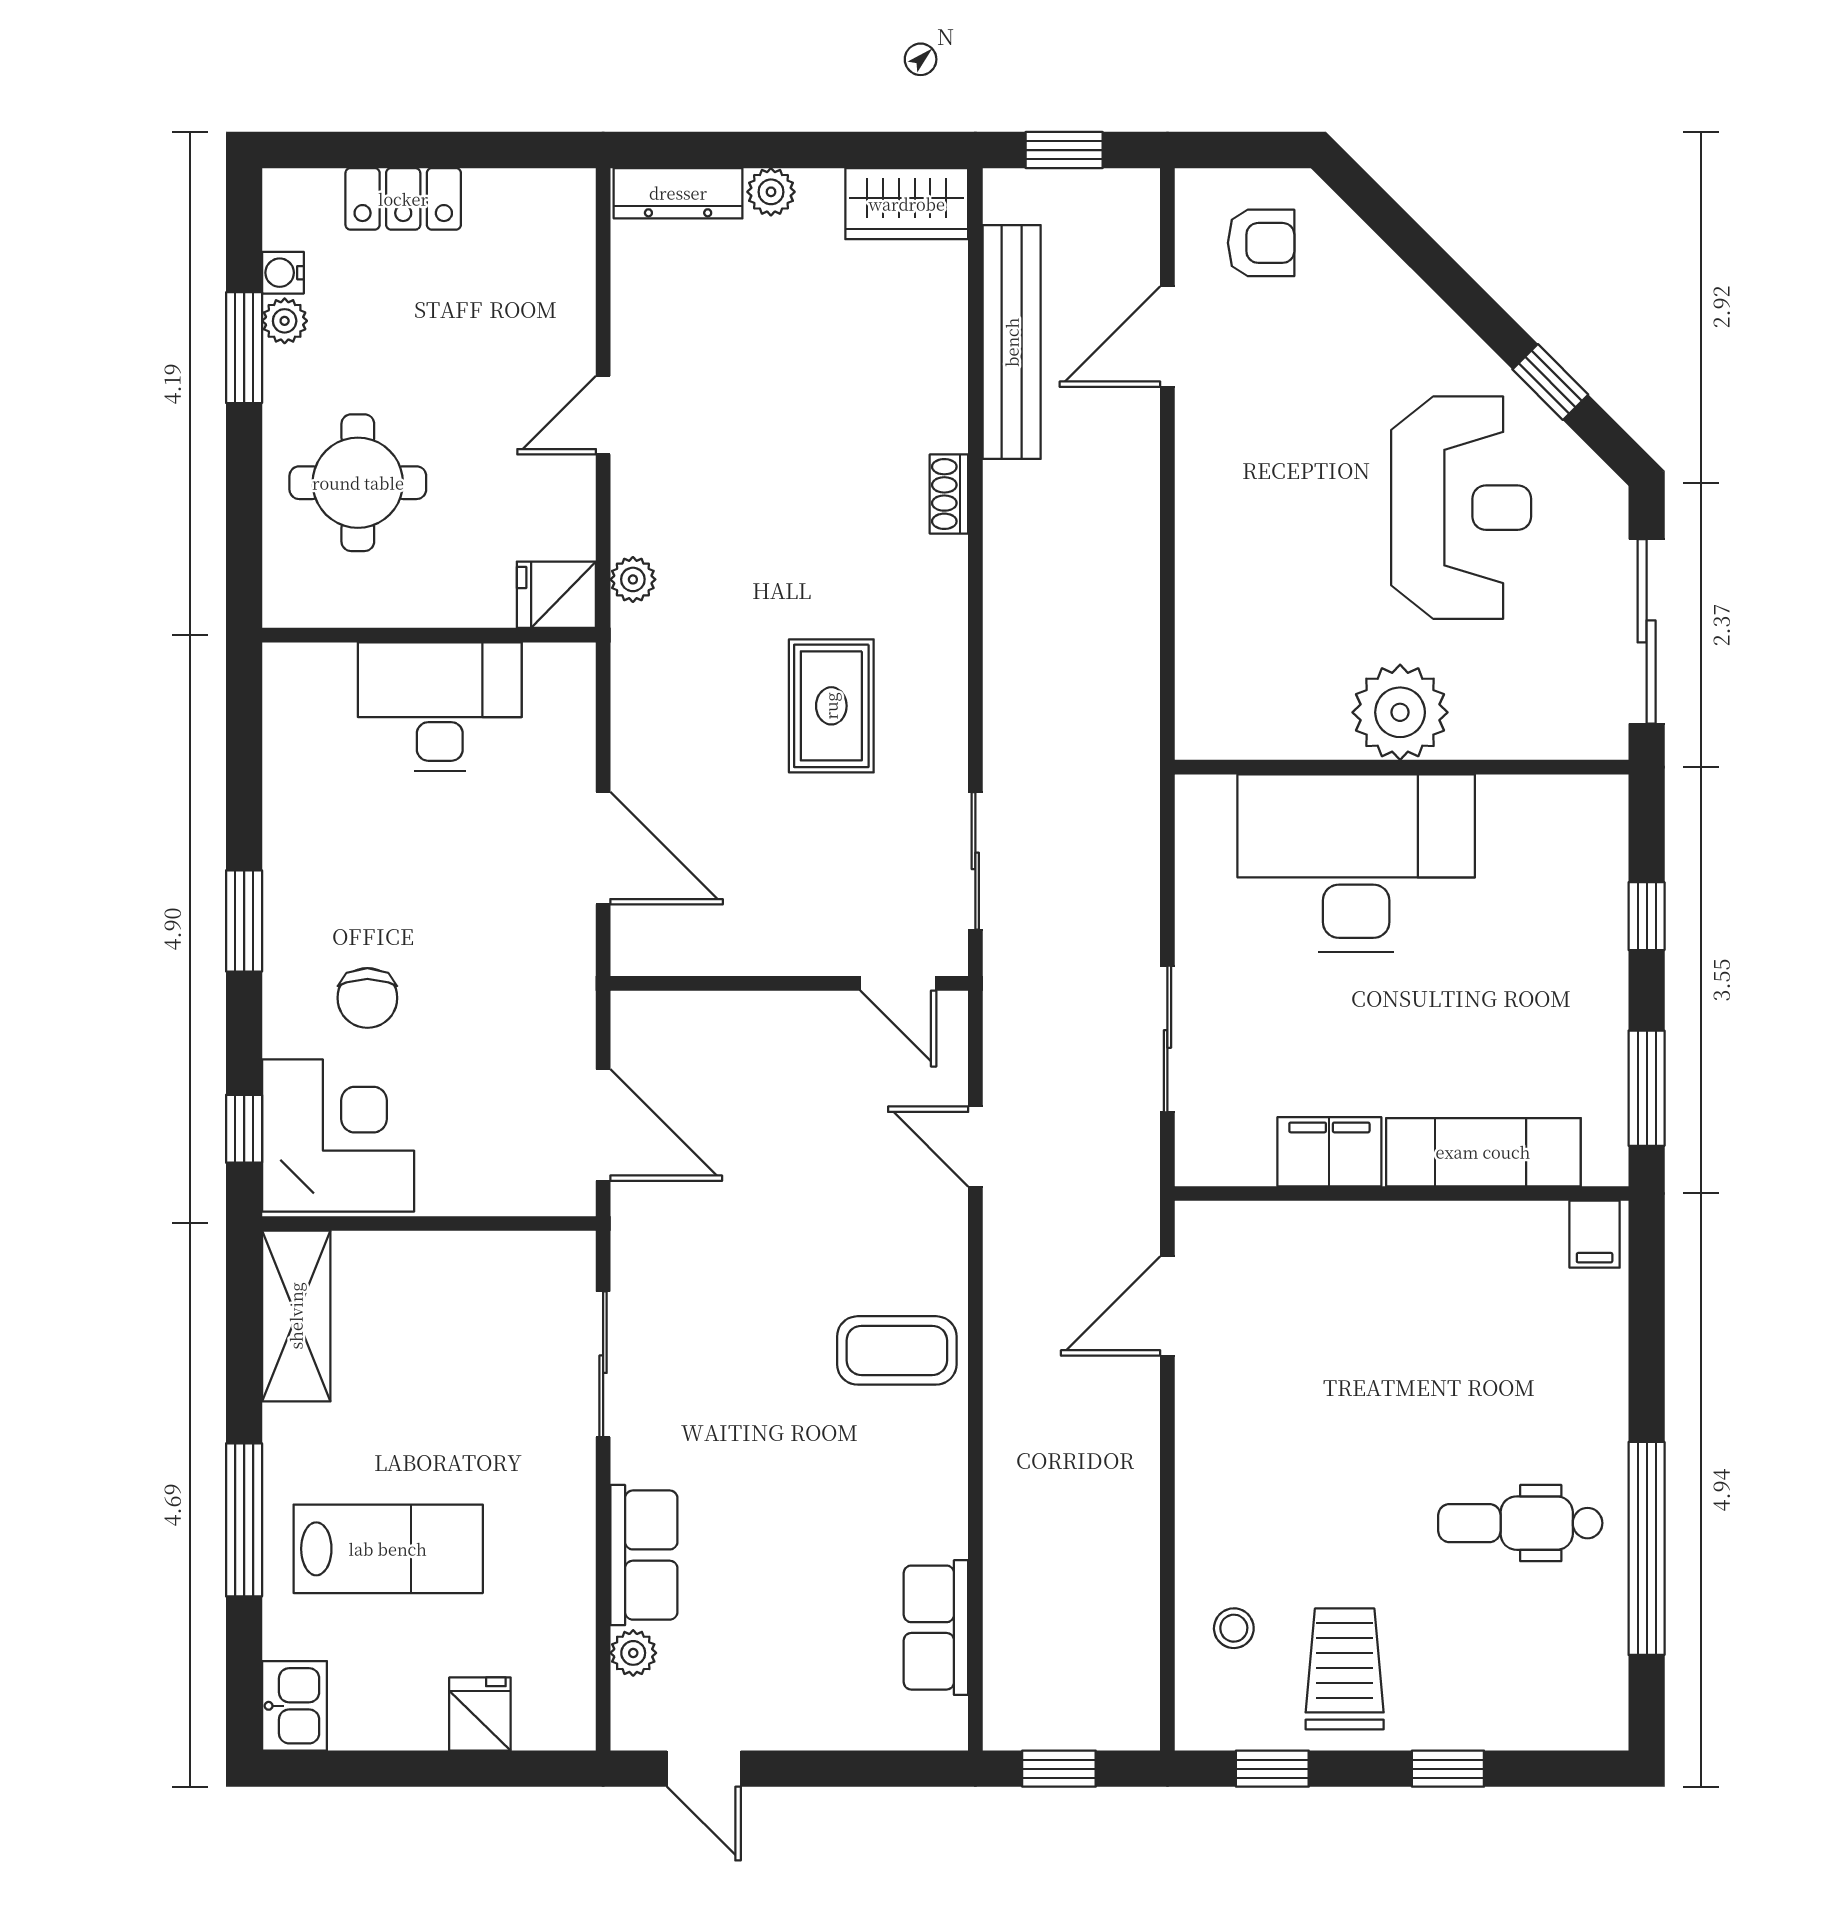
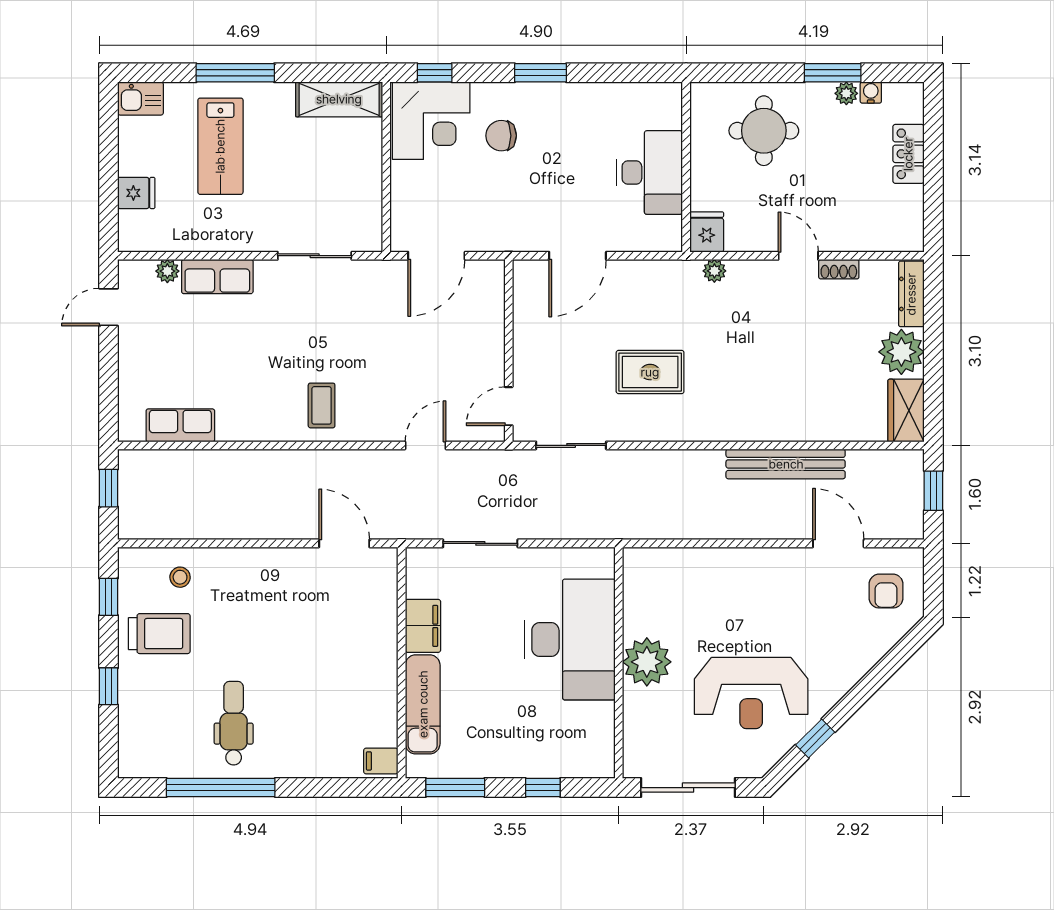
plant: (771, 192) -> (901, 352), width x1.87, depth x1.87
bench: (1012, 342) -> (786, 464), moved
shoe rack: (949, 494) -> (839, 269), moved, turned 180
coffee table: (897, 1350) -> (322, 405), width x0.73, depth x0.77

